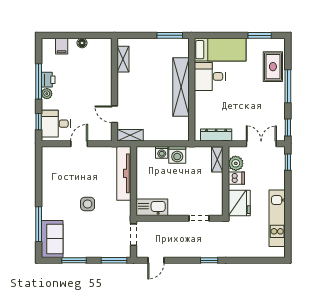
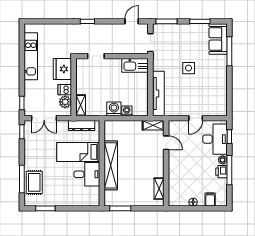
bed: (220, 50) -> (78, 152), moved
window: (288, 86) -> (22, 179), moved
desk: (56, 124) -> (215, 139), width x1.37

